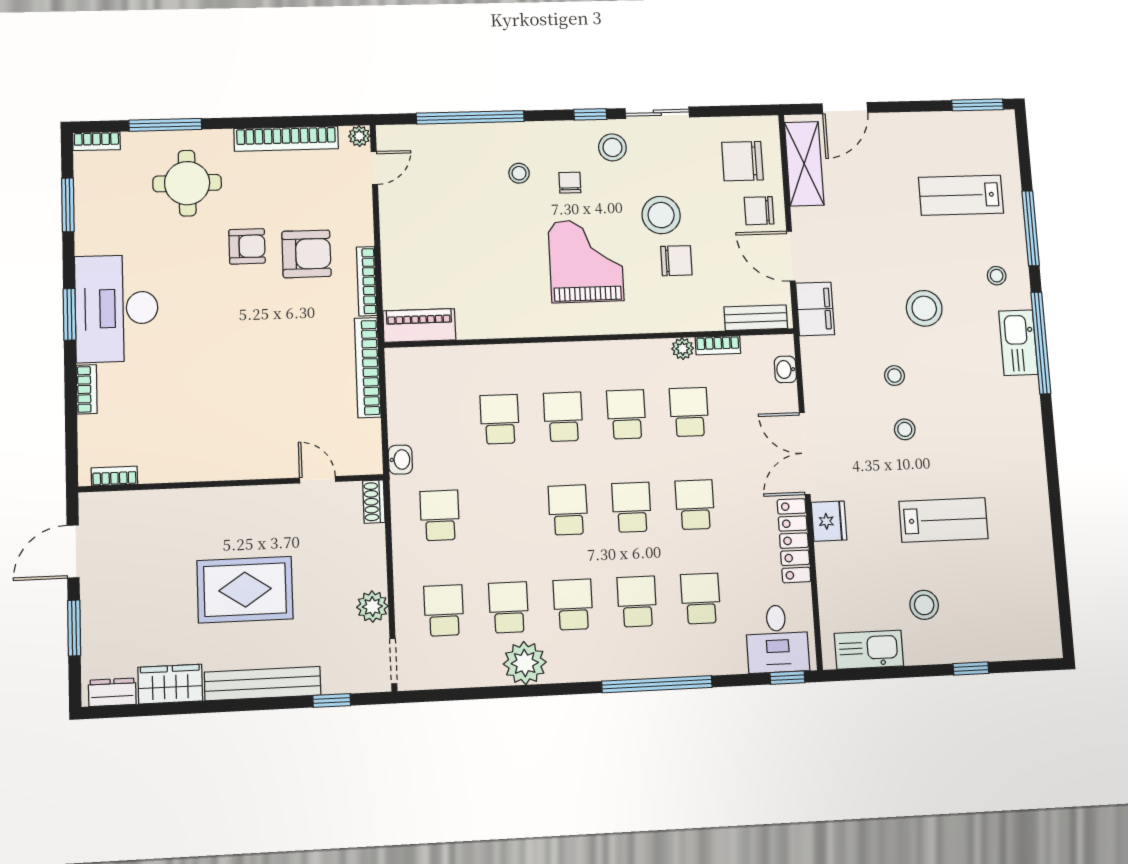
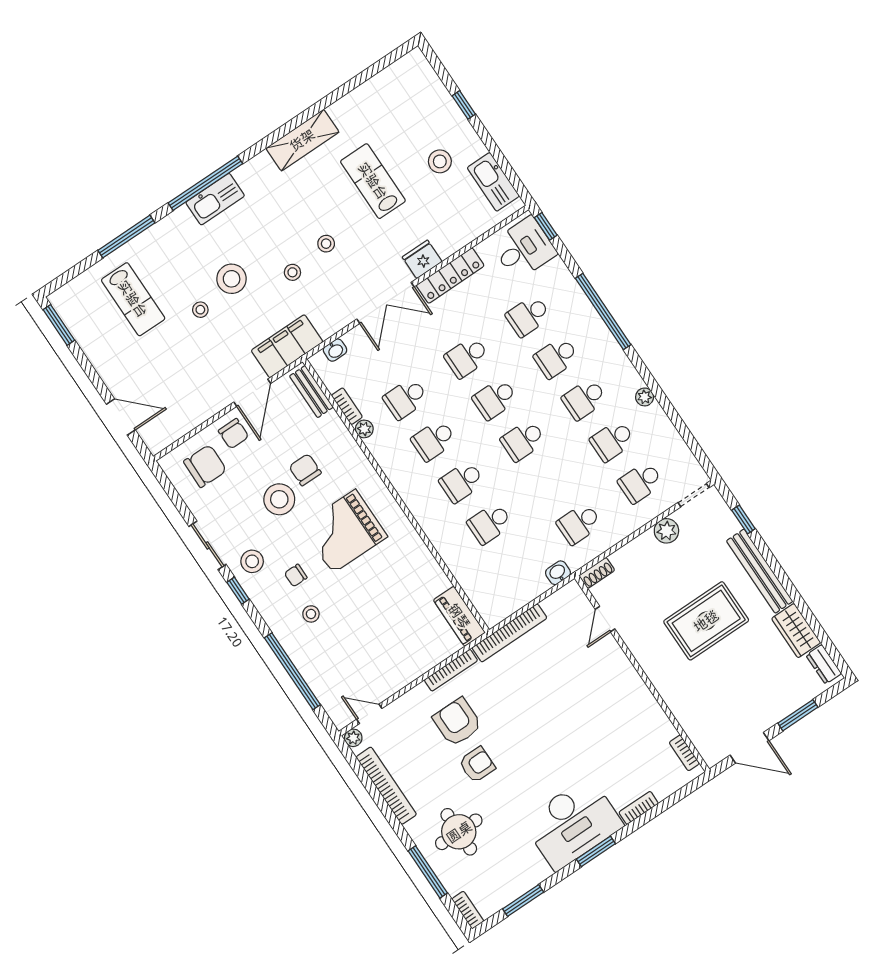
chair: (742, 161) -> (205, 466), turned -89
shelving: (804, 164) -> (302, 140), moved
armchair: (247, 246) -> (477, 765), turned 90
stool: (997, 276) -> (200, 310), moved
filing cabinet: (815, 309) -> (287, 346), width x1.50, depth x1.17
rug: (245, 590) -> (706, 621), turned 90
plant: (525, 663) -> (645, 397), width x0.53, depth x0.53

